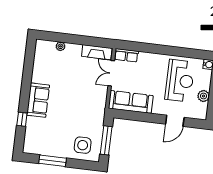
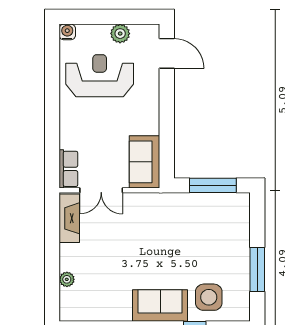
sofa: (131, 102) -> (144, 162), width x0.73
door: (175, 121) -> (167, 53), moved
side table: (83, 145) -> (209, 297), moved

